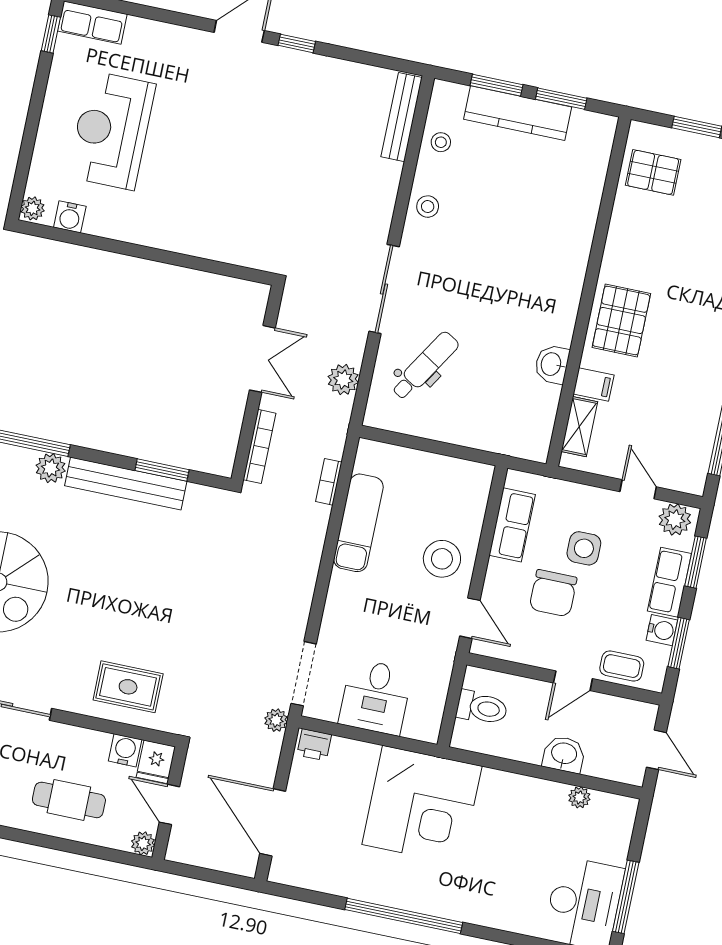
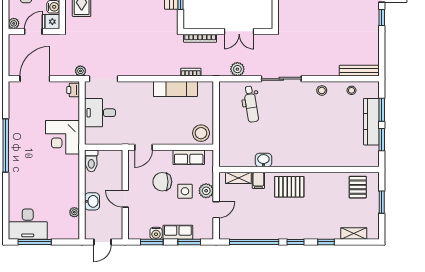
dental chair: (425, 366) -> (251, 104), turned 49
plant: (675, 519) -> (206, 191), moved
stool: (442, 559) -> (201, 133), moved
coffee table: (622, 666) -> (136, 219), removed
toilet: (482, 708) -> (91, 161), moved
corner desk: (422, 805) -> (62, 137), width x0.74, depth x0.74

